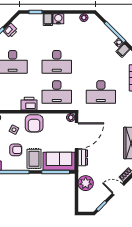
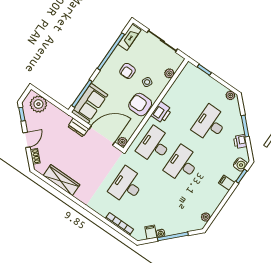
water cooler: (58, 19) -> (240, 164), moved
door: (76, 136) -> (102, 136), swing flipped
rug: (34, 159) -> (108, 82), removed
plant: (86, 183) -> (38, 104), moved

